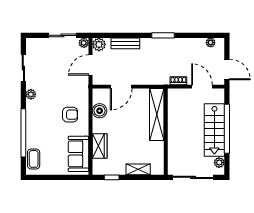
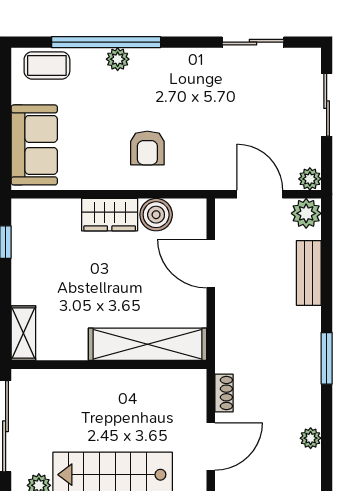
sliding door: (63, 35) -> (327, 105), moved
plant: (211, 43) -> (311, 438), moved
plant: (31, 94) -> (118, 59), moved
wardrobe: (100, 146) -> (110, 215), moved
sofa: (78, 154) -> (34, 145), moved, turned 90
shelving: (138, 169) -> (23, 333), moved

